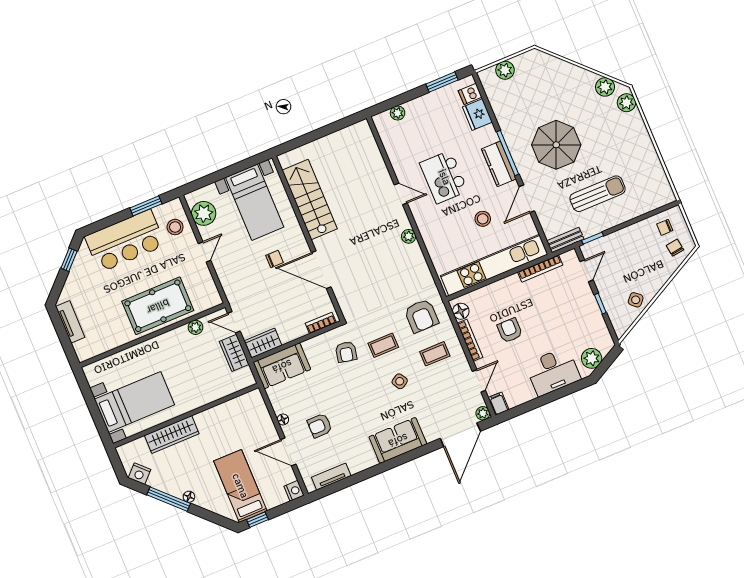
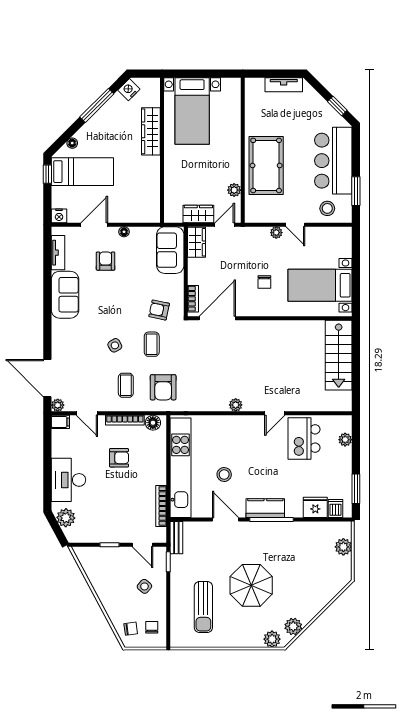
parasol: (556, 145) -> (251, 585), moved
kitchen island: (444, 177) -> (304, 438), moved, turned -90
sun lounger: (598, 194) -> (203, 607), moved
stairs: (310, 199) -> (339, 355), moved, turned 90
plant: (204, 213) -> (276, 233), moved, width x0.53, depth x0.53
door: (321, 270) -> (217, 318), moved
side table: (636, 300) -> (144, 586), moved
armchair: (421, 316) -> (163, 387), turned -90
sofa: (398, 440) -> (65, 295), moved
floor lamp: (189, 497) -> (72, 143), moved

